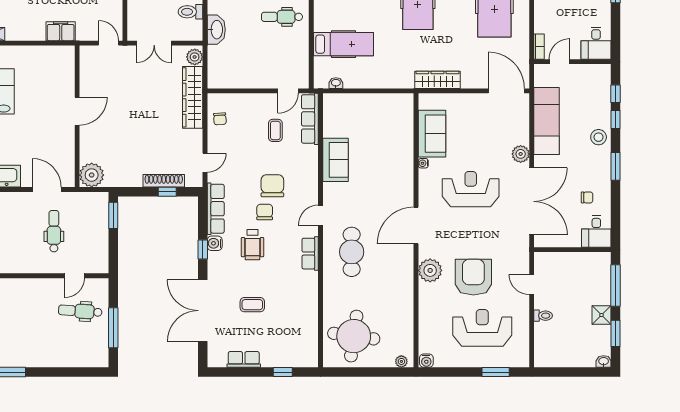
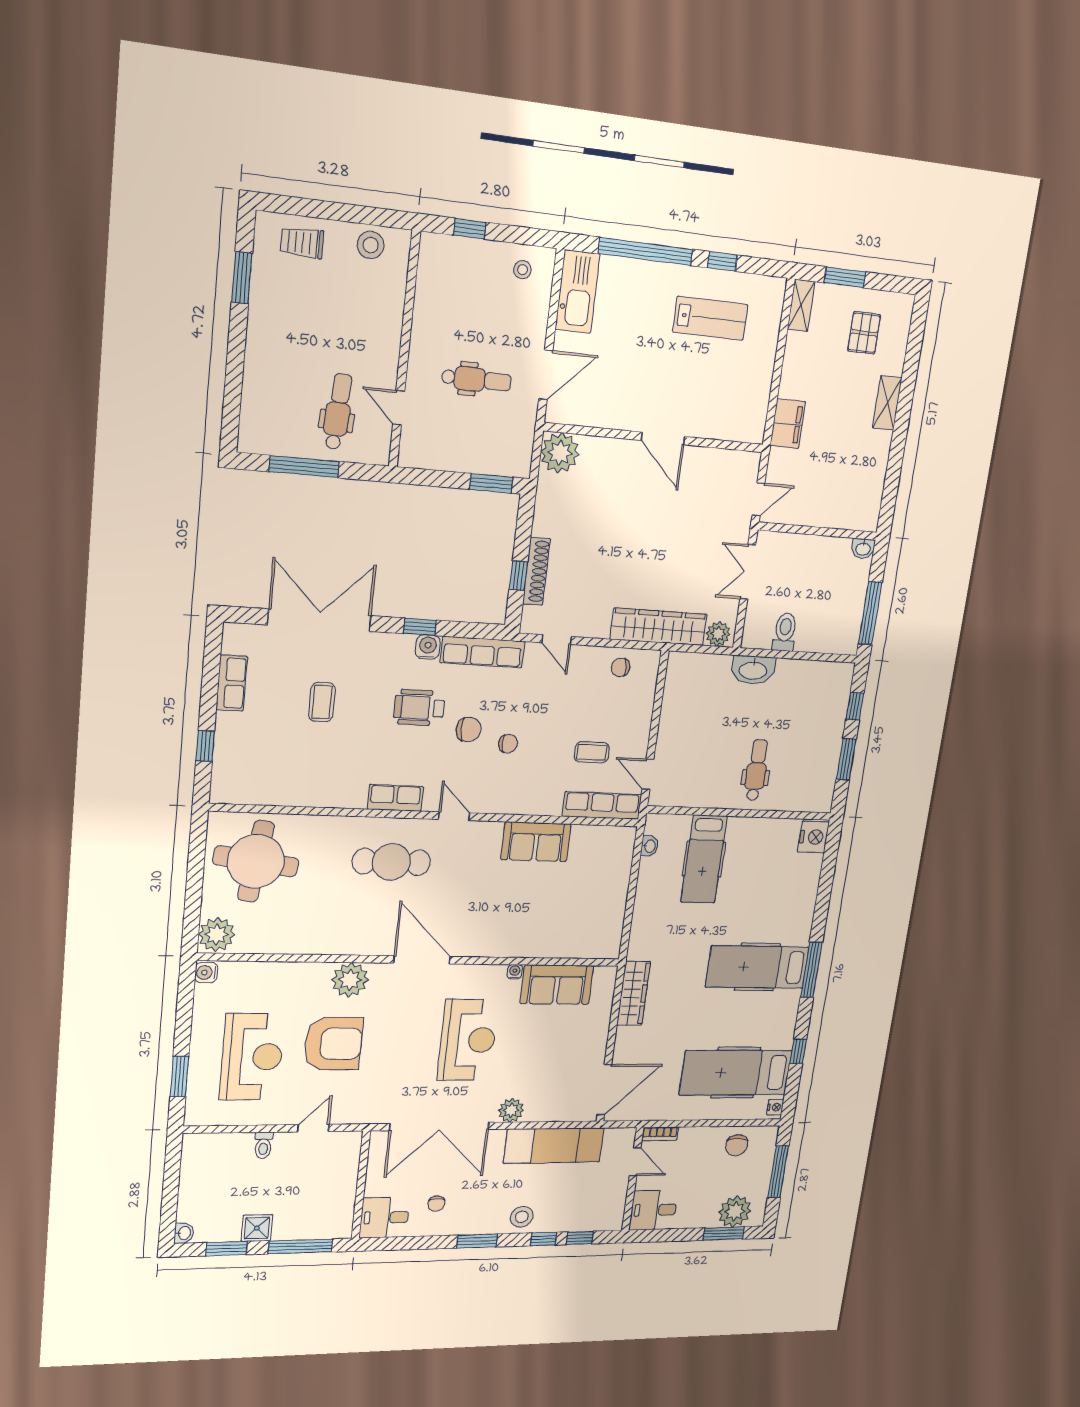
chair: (272, 186) -> (508, 744), width x0.54, depth x0.54
plant: (401, 361) -> (217, 934), width x1.88, depth x1.88

